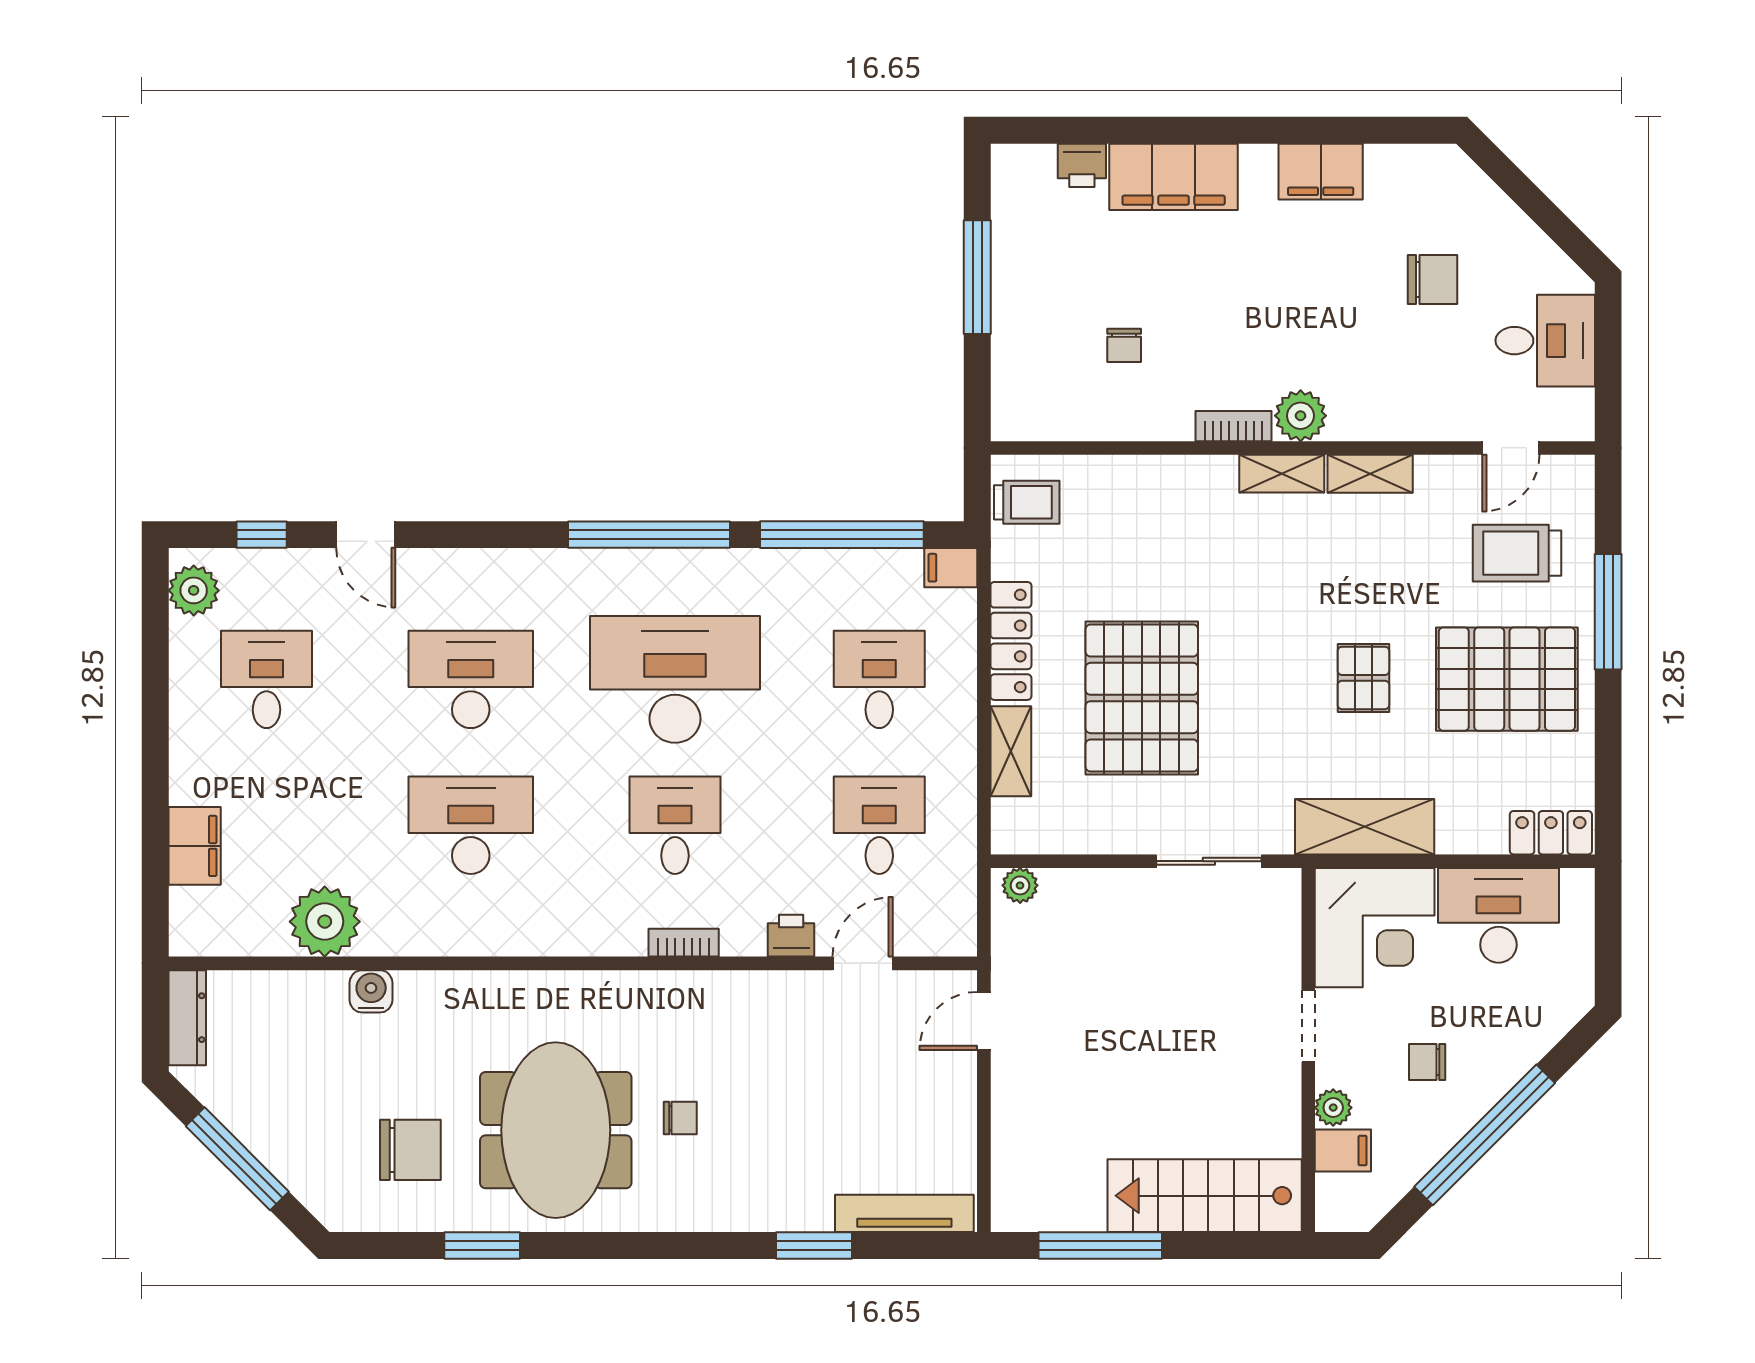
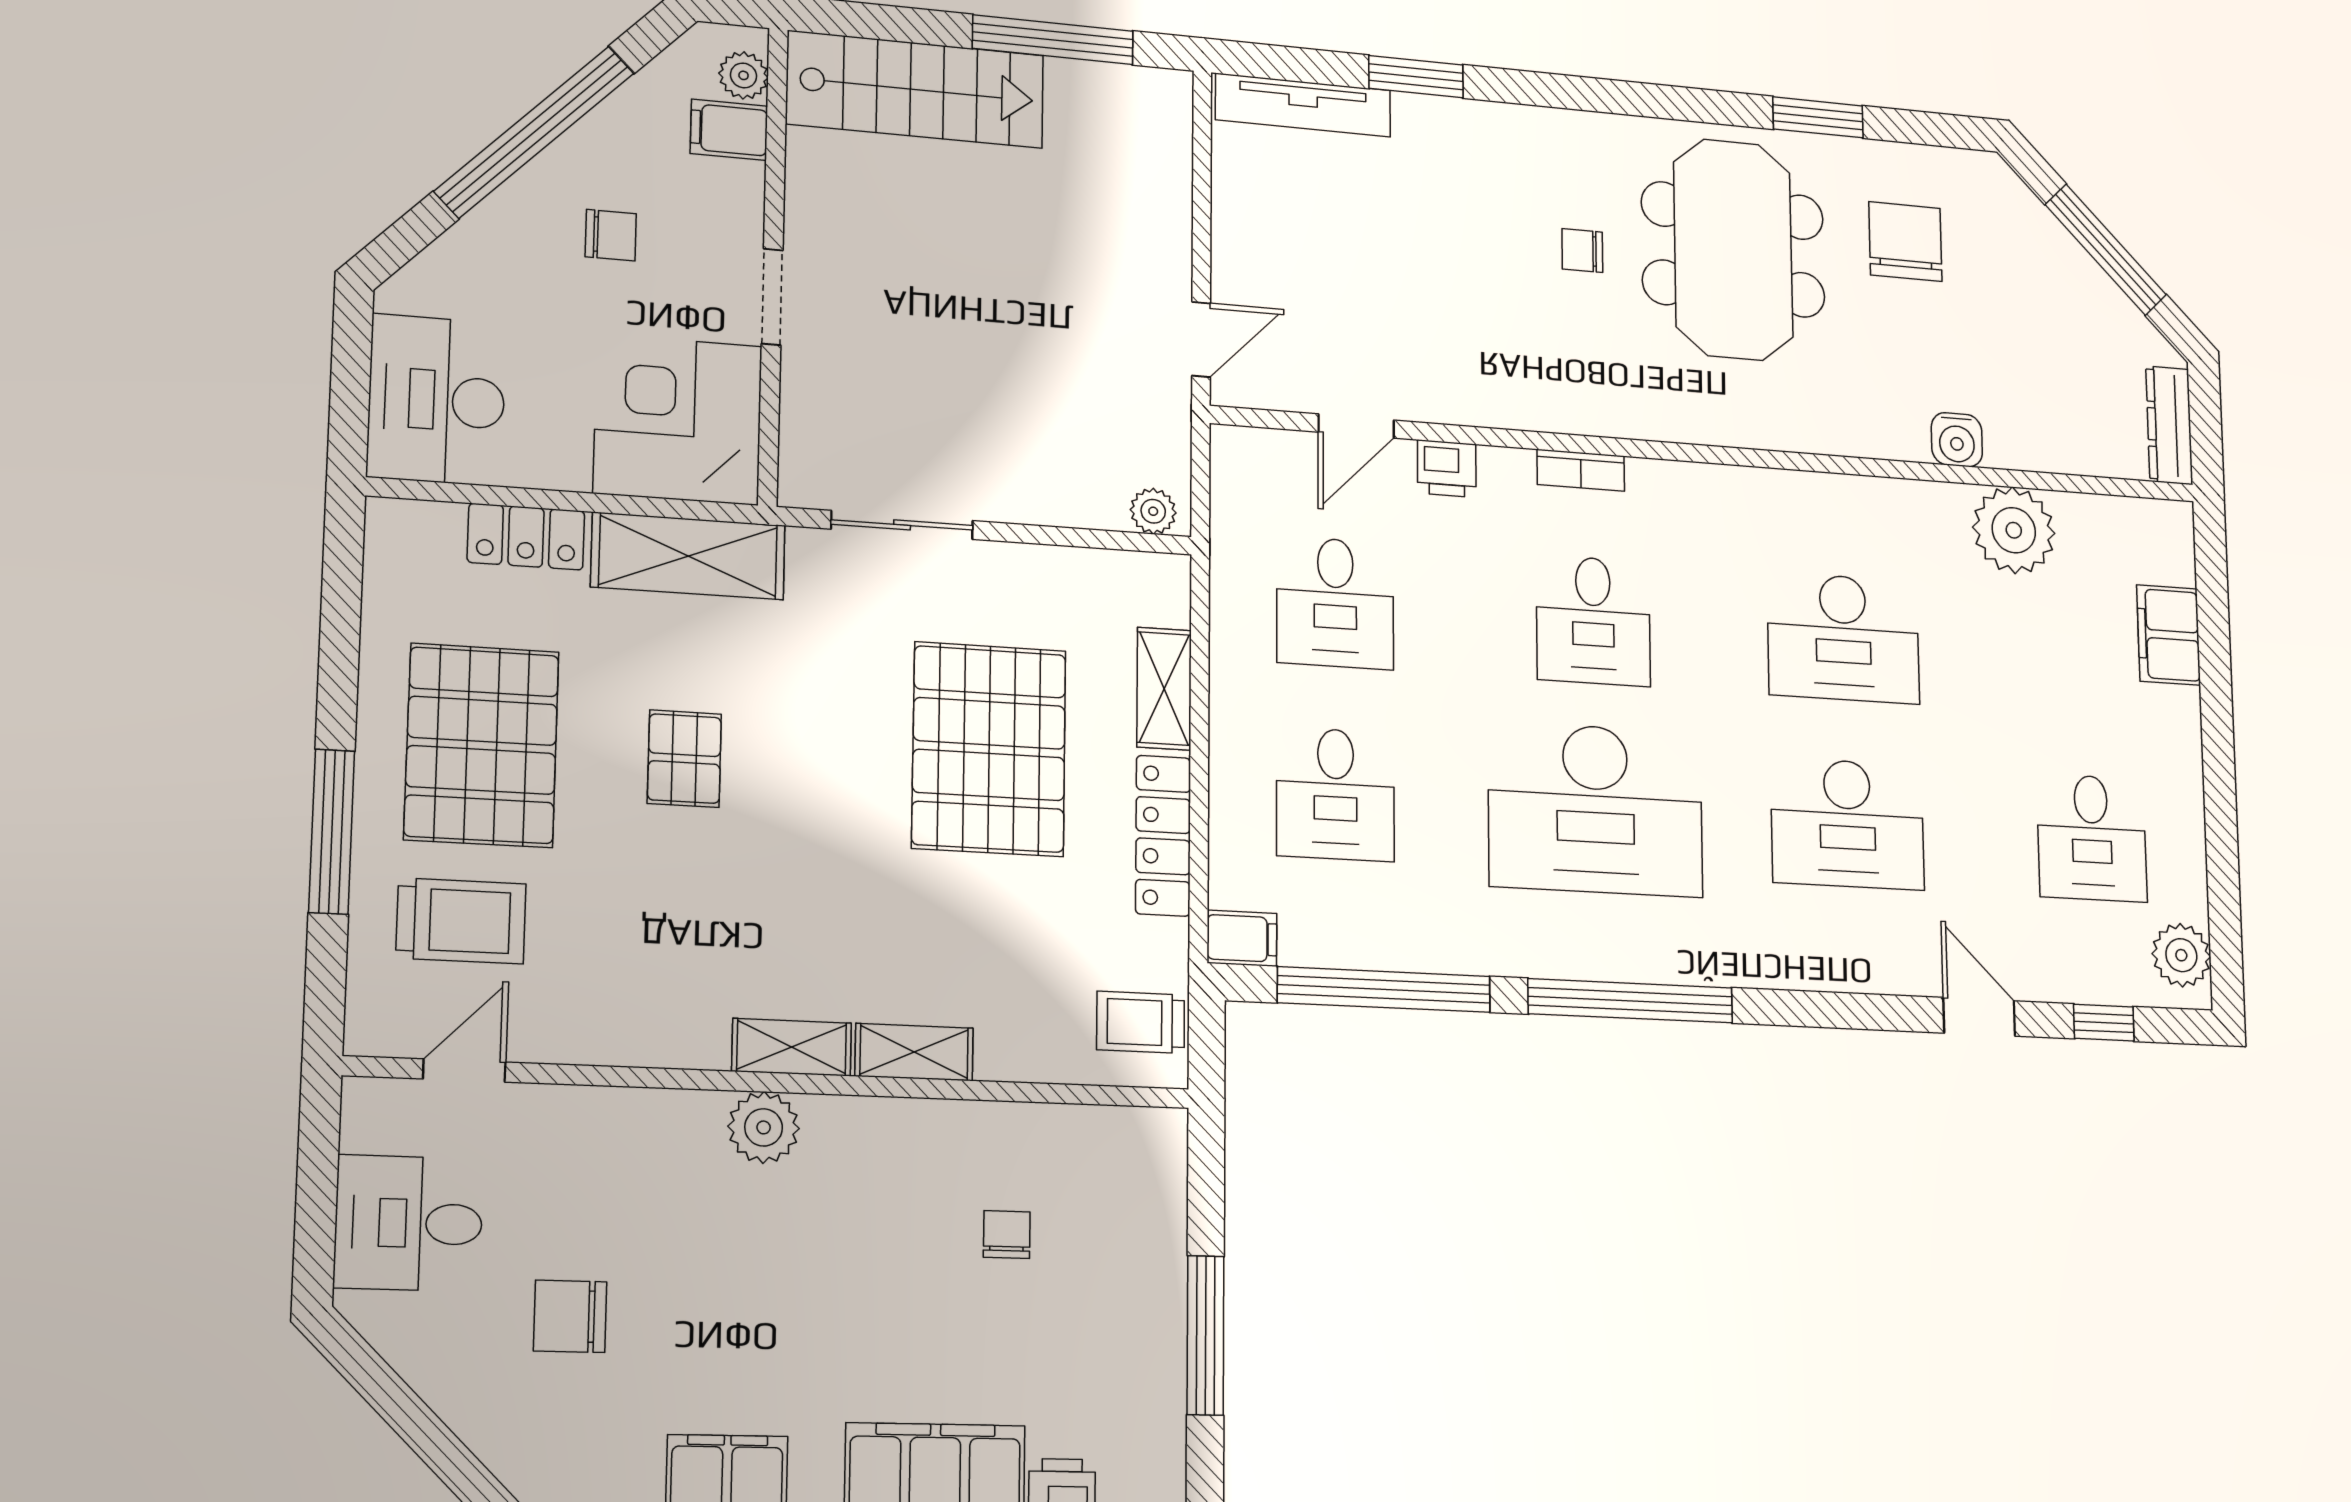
bookcase: (1234, 426) -> (857, 1116), removed
shelving: (1370, 474) -> (914, 1052), moved
pallet: (1507, 679) -> (482, 745), turned 90
locker: (1551, 833) -> (526, 537), moved
desk: (1498, 915) -> (437, 400), moved, turned 90
plant: (1333, 1108) -> (744, 75), moved
chair: (410, 1150) -> (1905, 242), turned 90

